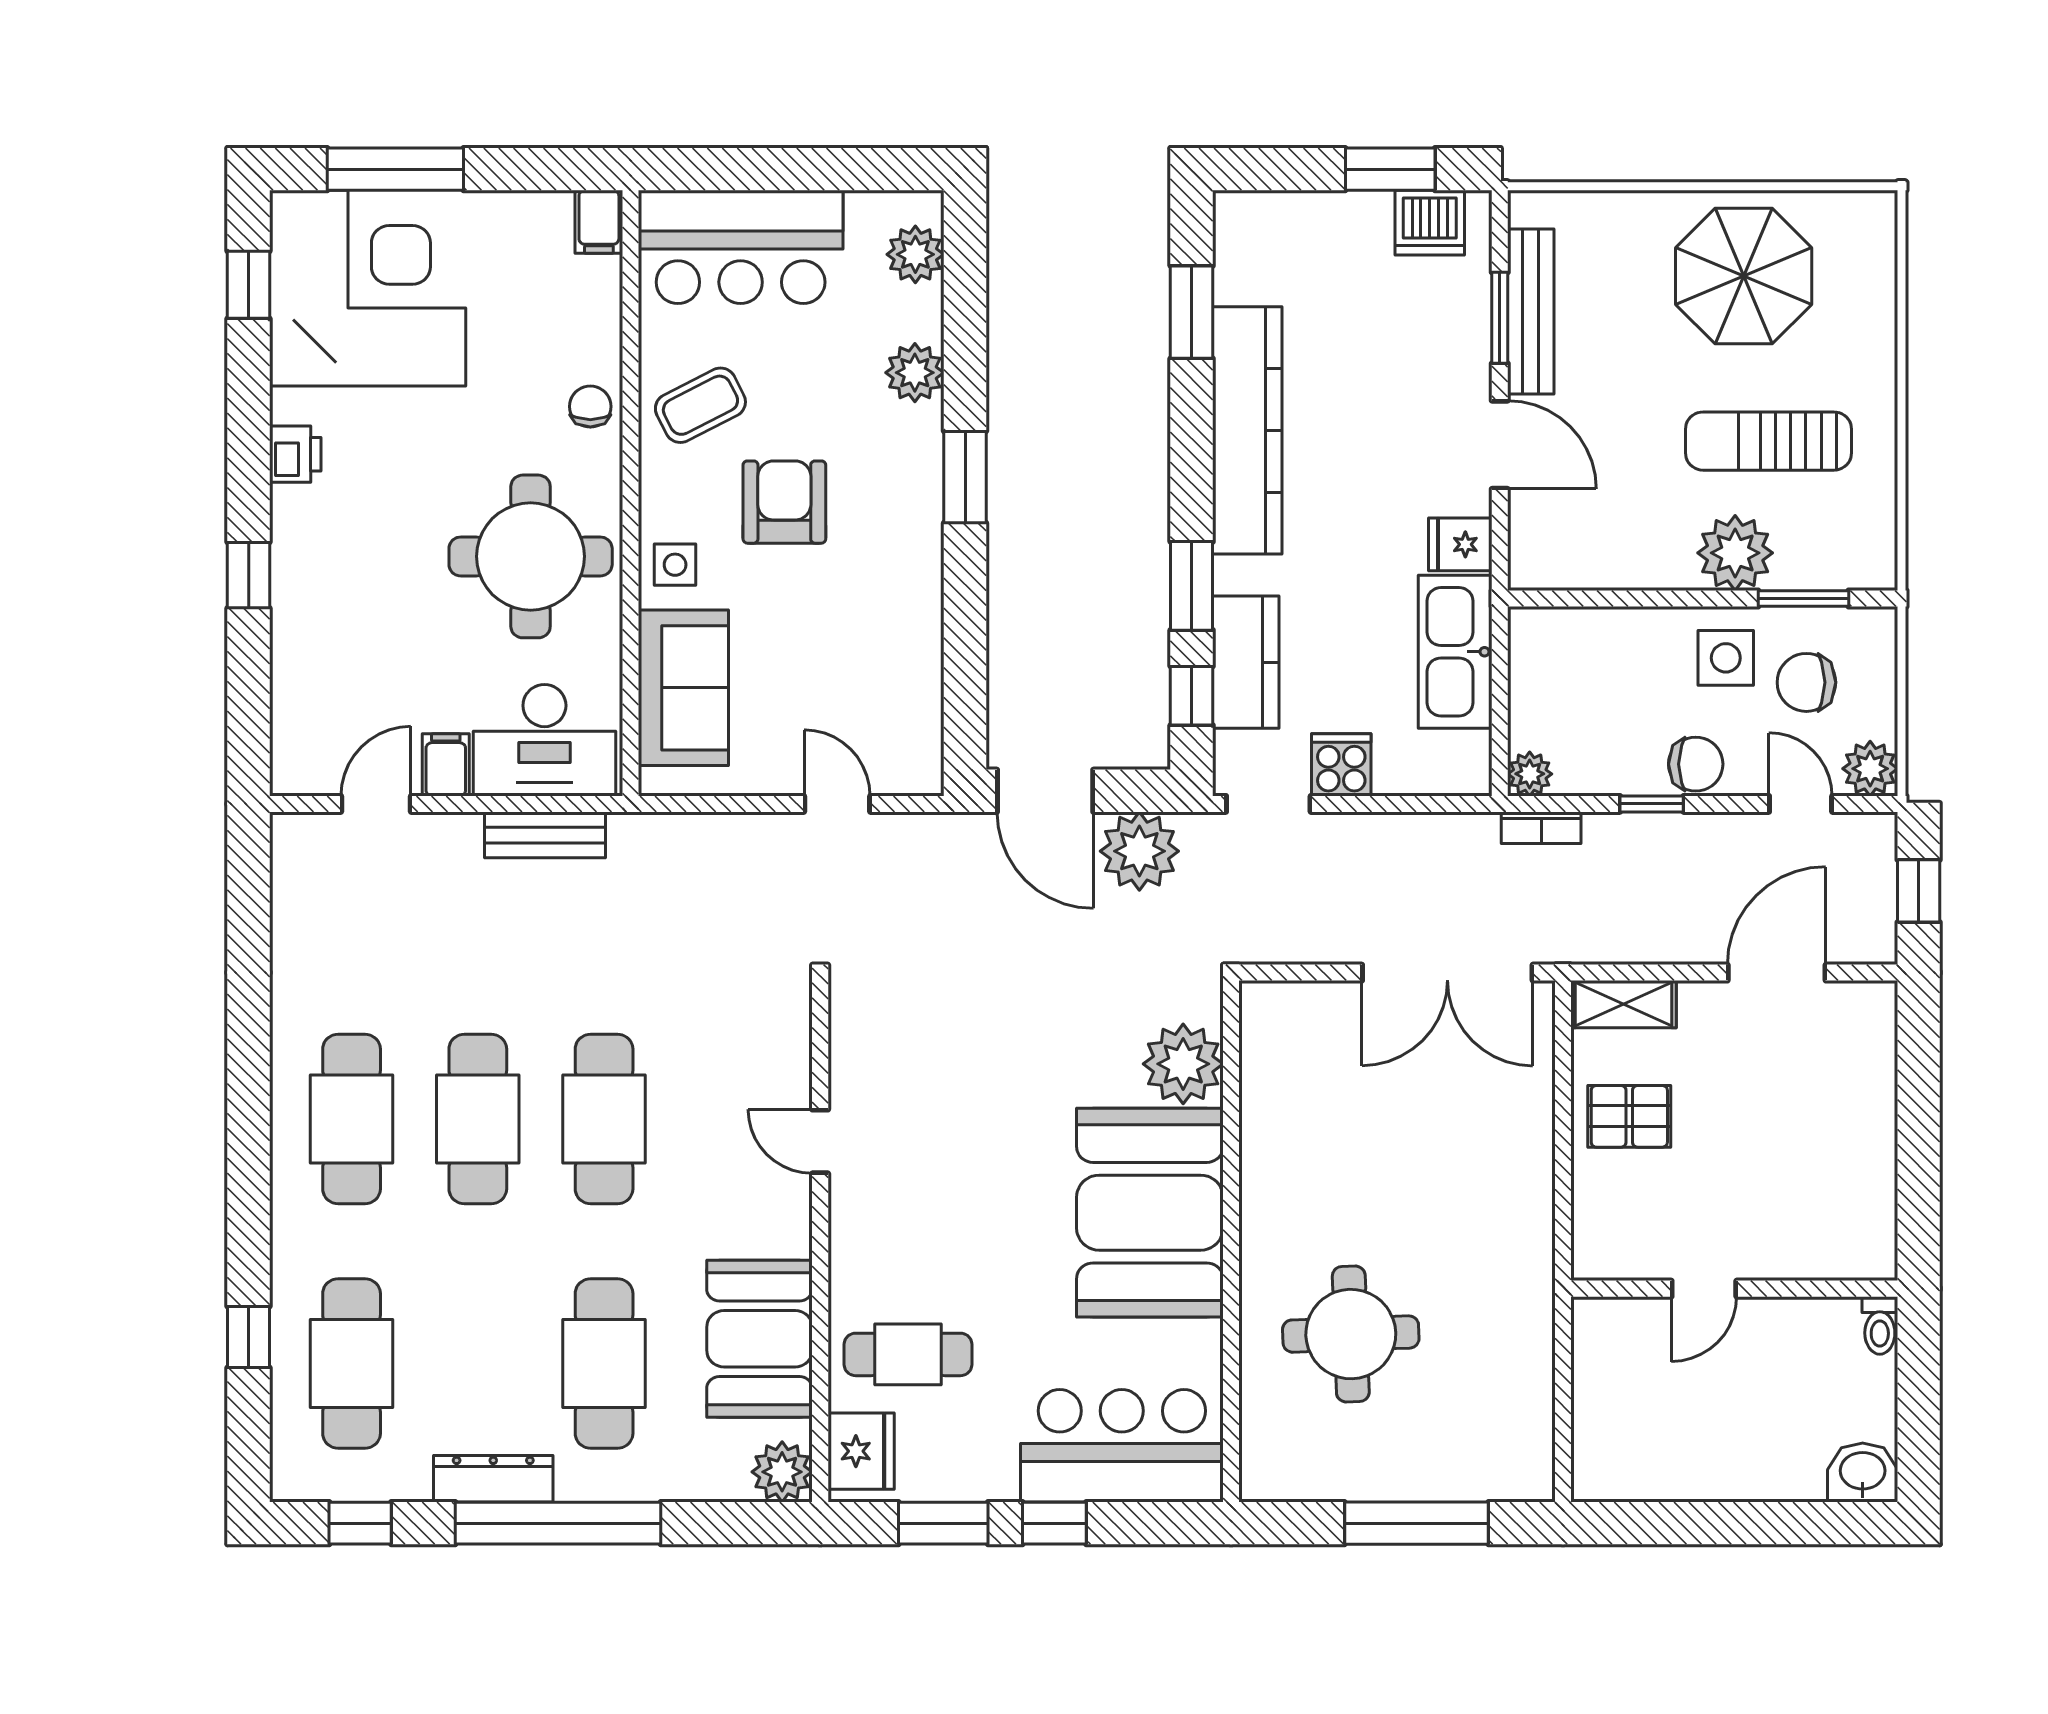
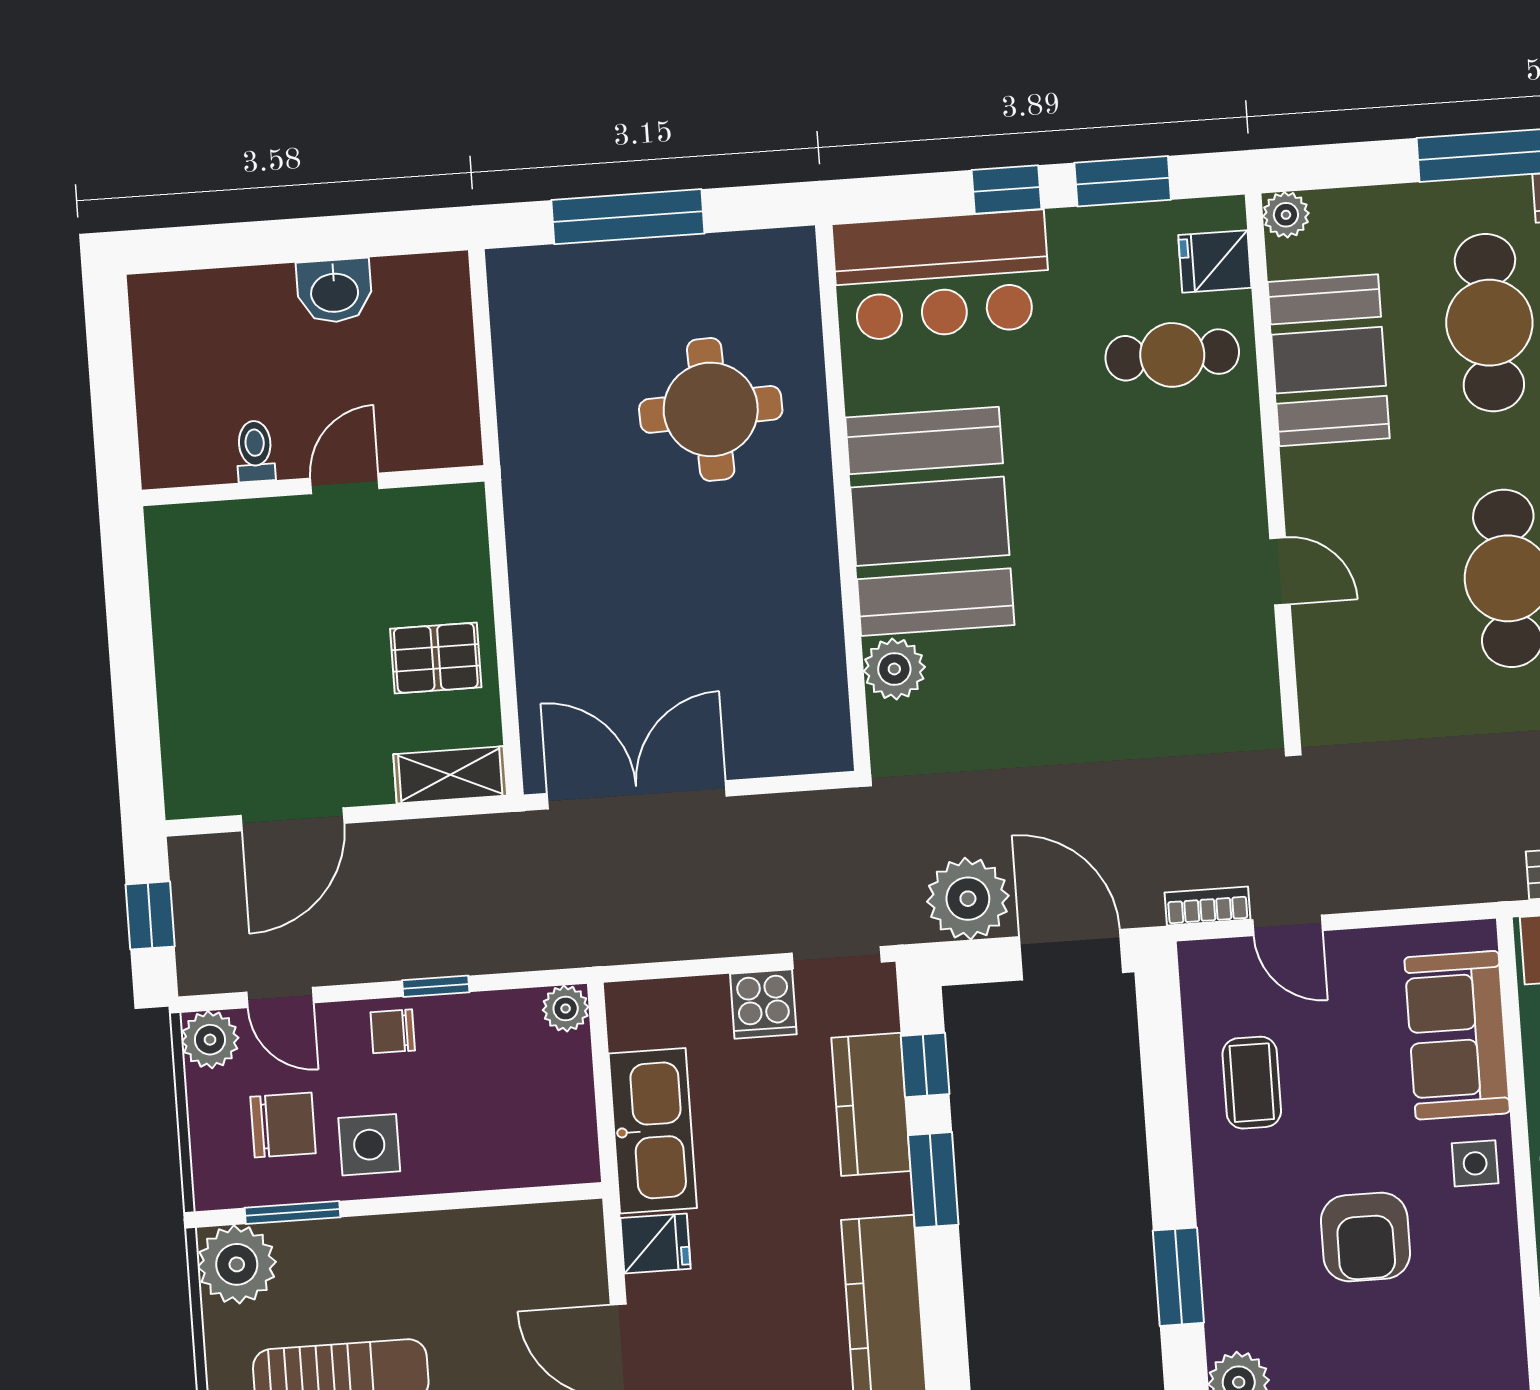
coffee table: (700, 405) -> (1252, 1083), moved, turned -63
plant: (1735, 553) -> (237, 1264), moved
chair: (1696, 764) -> (393, 1031), width x0.73, depth x0.73
bookcase: (1541, 828) -> (1207, 906), moved
plant: (1183, 1064) -> (894, 669), width x0.73, depth x0.73
toilet: (1880, 1325) -> (255, 451), moved
fridge: (861, 1451) -> (1215, 261), width x0.72
plant: (782, 1472) -> (1286, 215), width x0.73, depth x0.73
washbasin: (1863, 1472) -> (334, 291), moved

